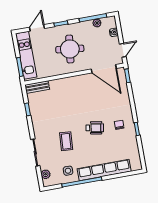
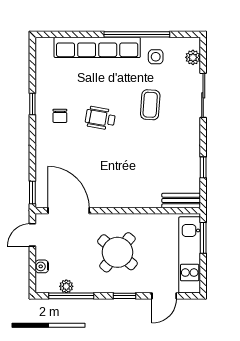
round table: (70, 49) -> (117, 252), turned 33

